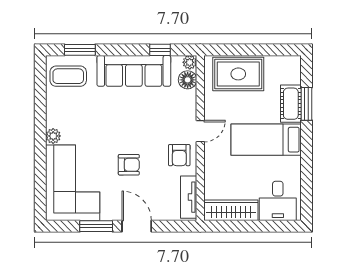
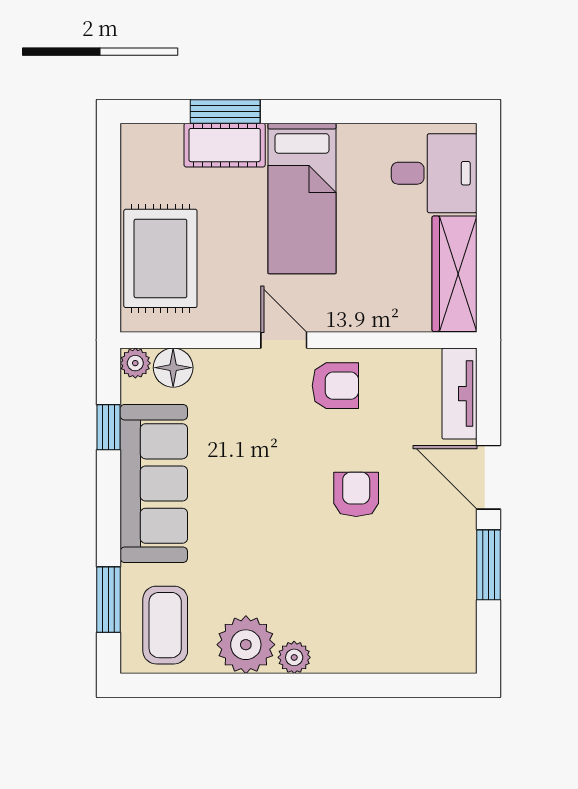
plant: (59, 114) -> (246, 645), added
corner sofa: (73, 183) -> (395, 615), removed
tv unit: (189, 197) -> (459, 394), moved, turned 90
door: (137, 226) -> (488, 477), hinge flipped

